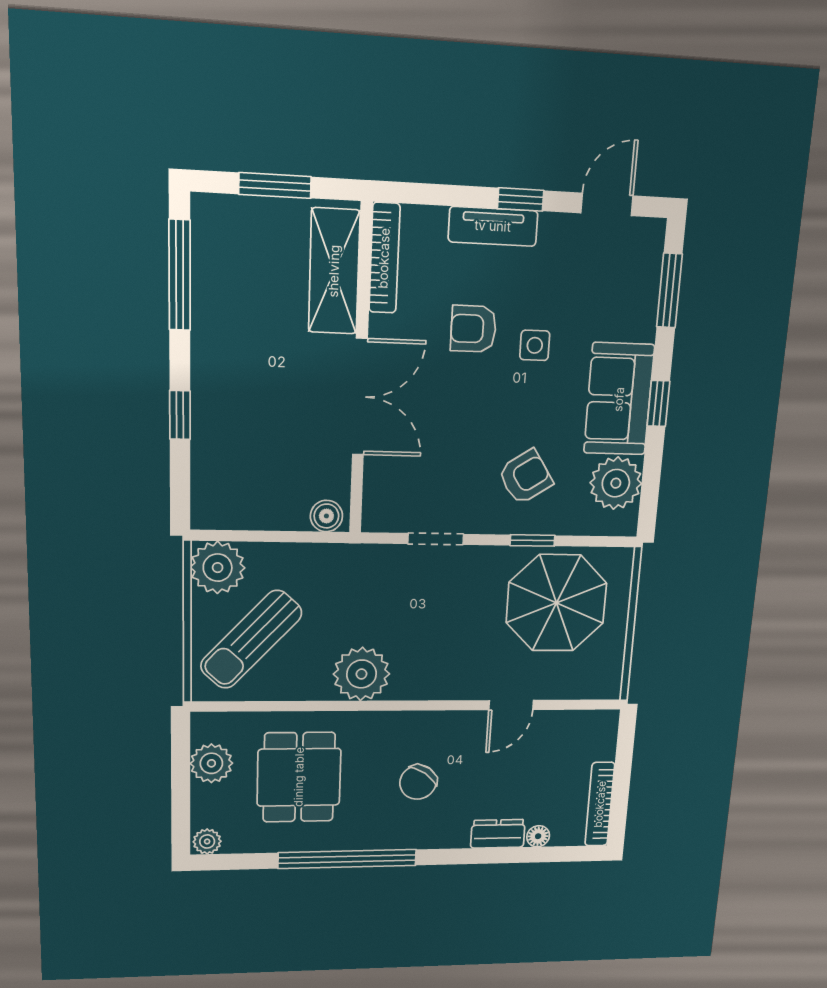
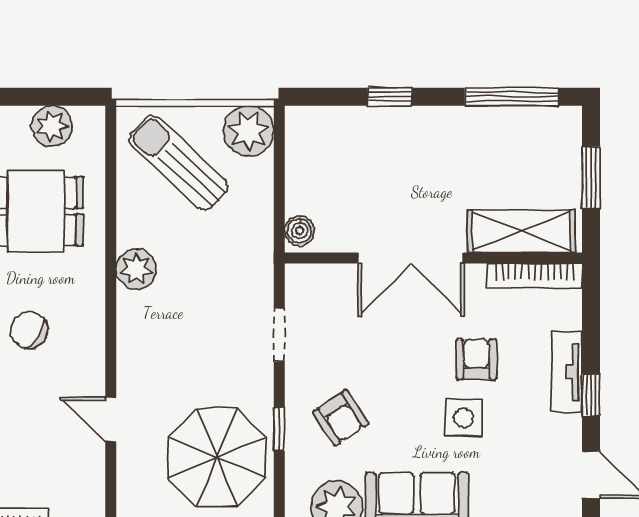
side table: (535, 345) -> (464, 418), width x1.37, depth x1.37
plant: (361, 674) -> (136, 269), width x0.73, depth x0.73

